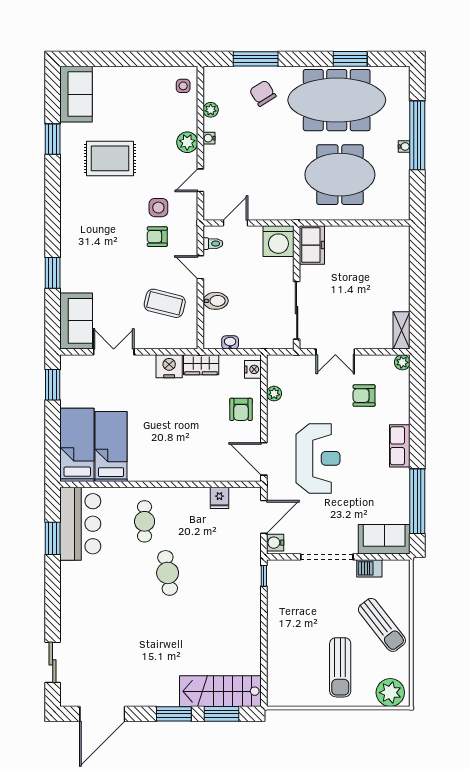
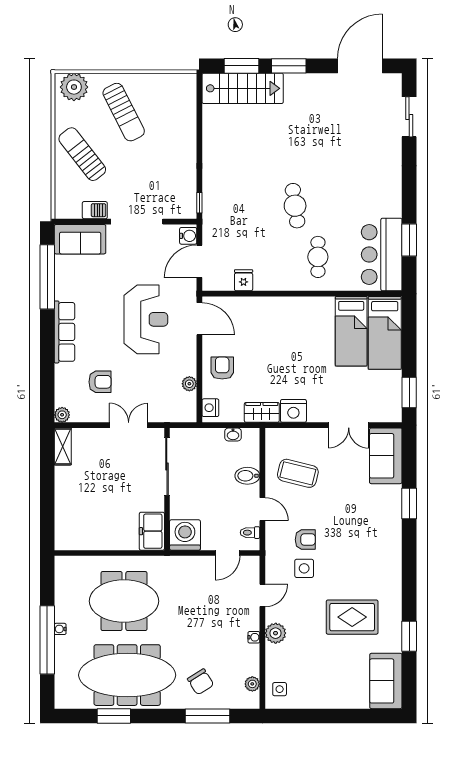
plant: (211, 110) -> (252, 684), moved
row of seats: (400, 446) -> (65, 332), width x1.48
reception desk: (318, 458) -> (146, 319), turned 180
sun lounger: (340, 667) -> (124, 112), turned 153

